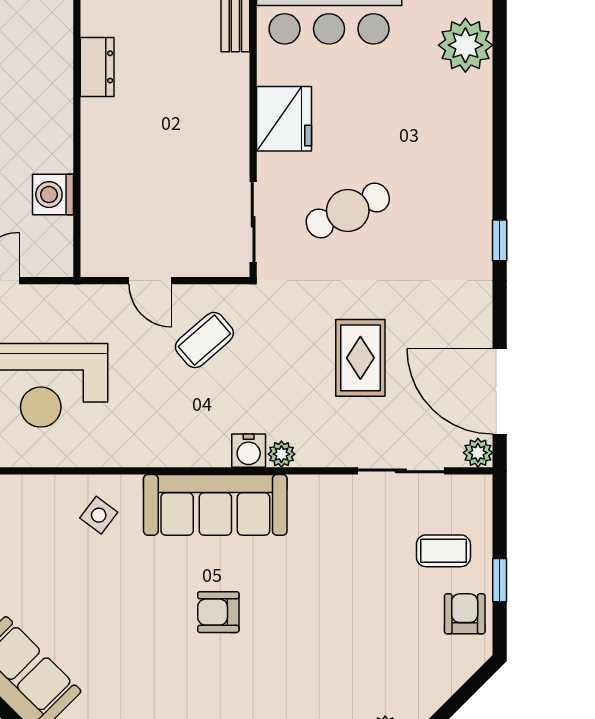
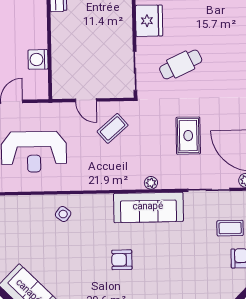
water cooler: (249, 451) -> (135, 181), removed
sofa: (215, 505) -> (148, 207), moved

